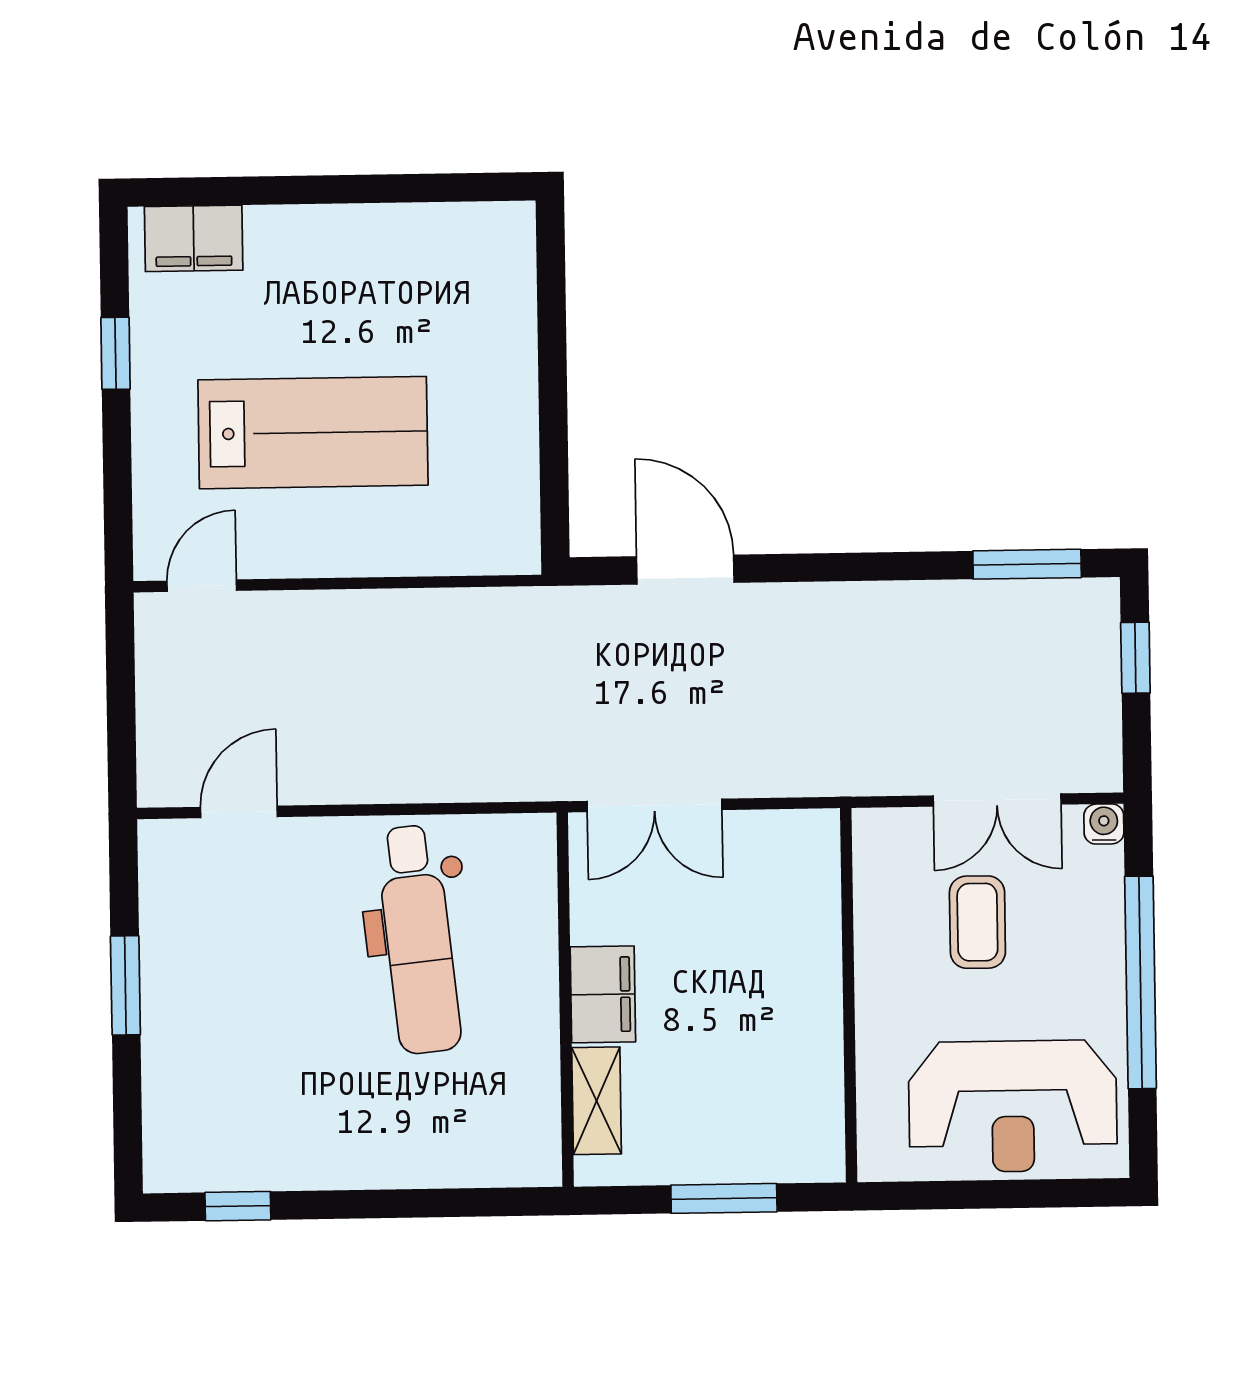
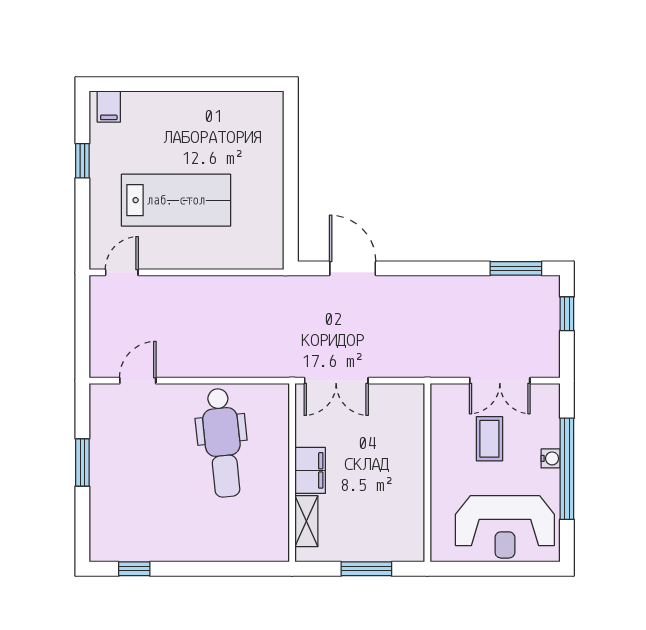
filing cabinet: (194, 238) -> (109, 107), width x0.50
water cooler: (1104, 824) -> (551, 458), moved, turned 90

